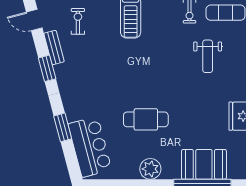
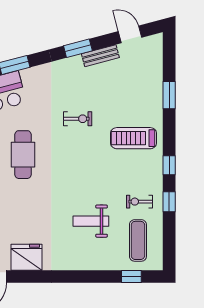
door: (34, 20) -> (130, 34), hinge flipped
exercise bike: (78, 21) -> (78, 119), moved

